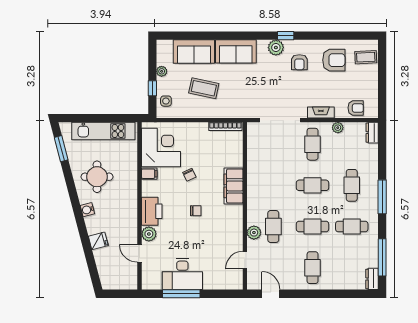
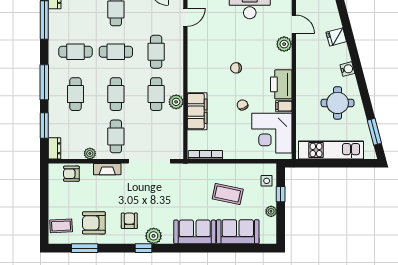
window: (343, 36) -> (85, 248), added
window: (382, 155) -> (44, 125), added
cafe table: (273, 185) -> (156, 94), added
cafe table: (313, 185) -> (116, 94), turned 90
filing cabinet: (233, 186) -> (197, 111), moved
printer: (152, 211) -> (281, 84), moved
plant: (254, 233) -> (176, 102), moved

